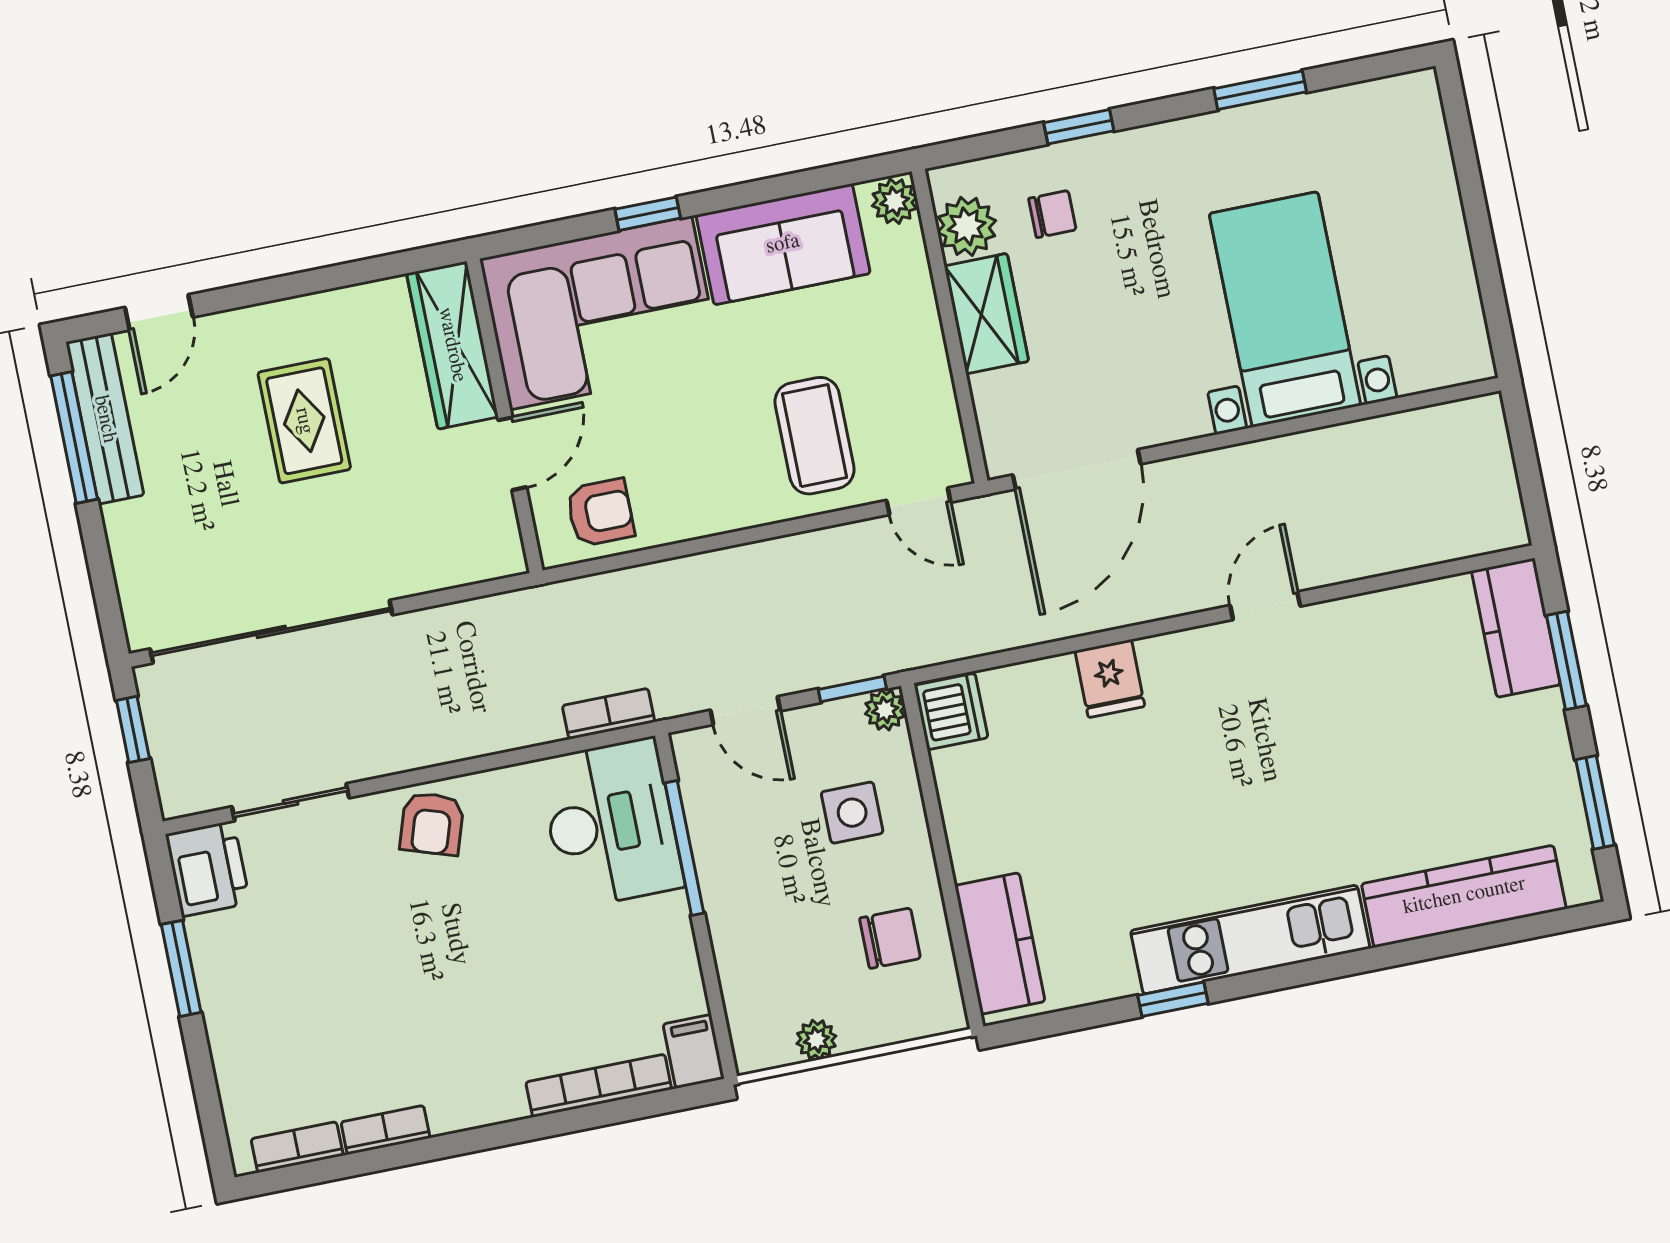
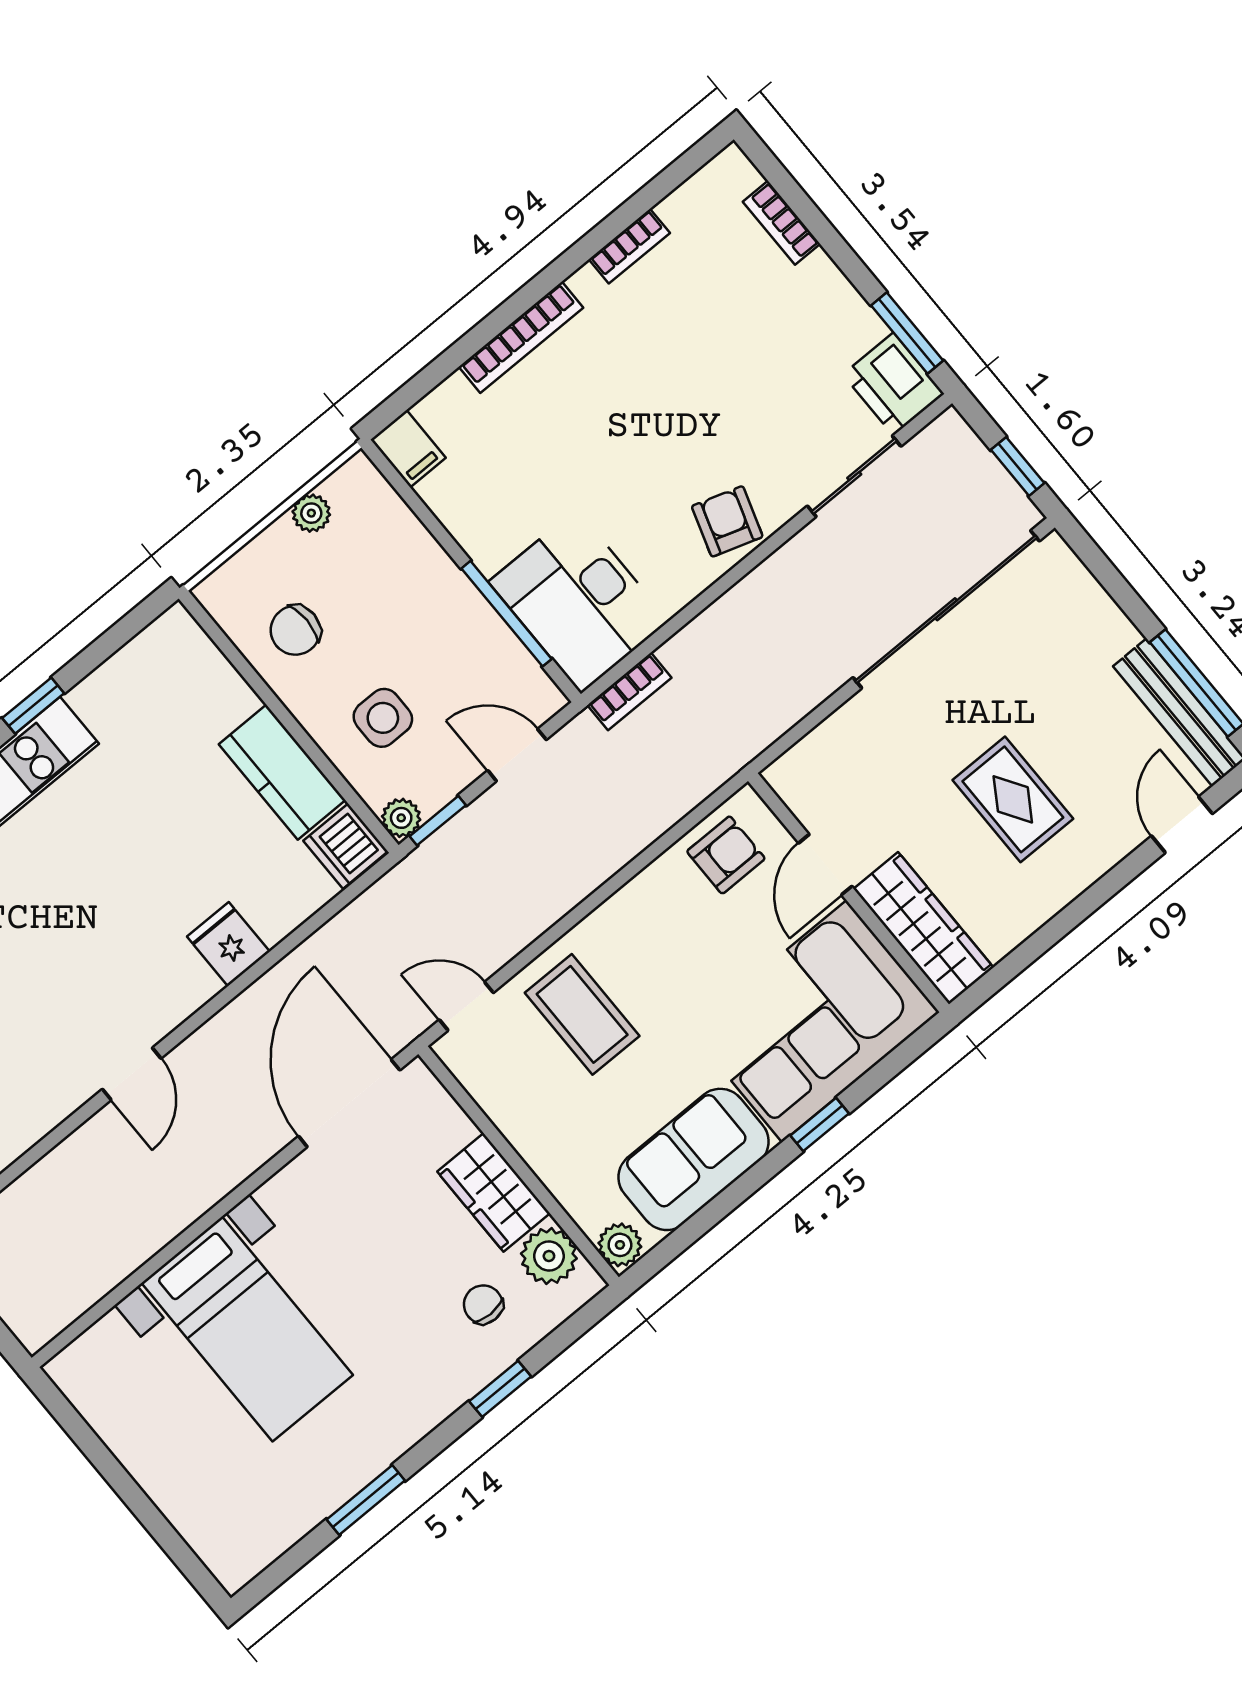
chair: (1052, 214) -> (483, 1304), turned 90
armchair: (600, 513) -> (726, 855), turned 180
kitchen counter: (1000, 944) -> (282, 772), moved
window: (181, 968) -> (907, 333), moved
bookcase: (599, 1086) -> (521, 337), moved
bookcase: (297, 1147) -> (782, 223), moved, turned 90

